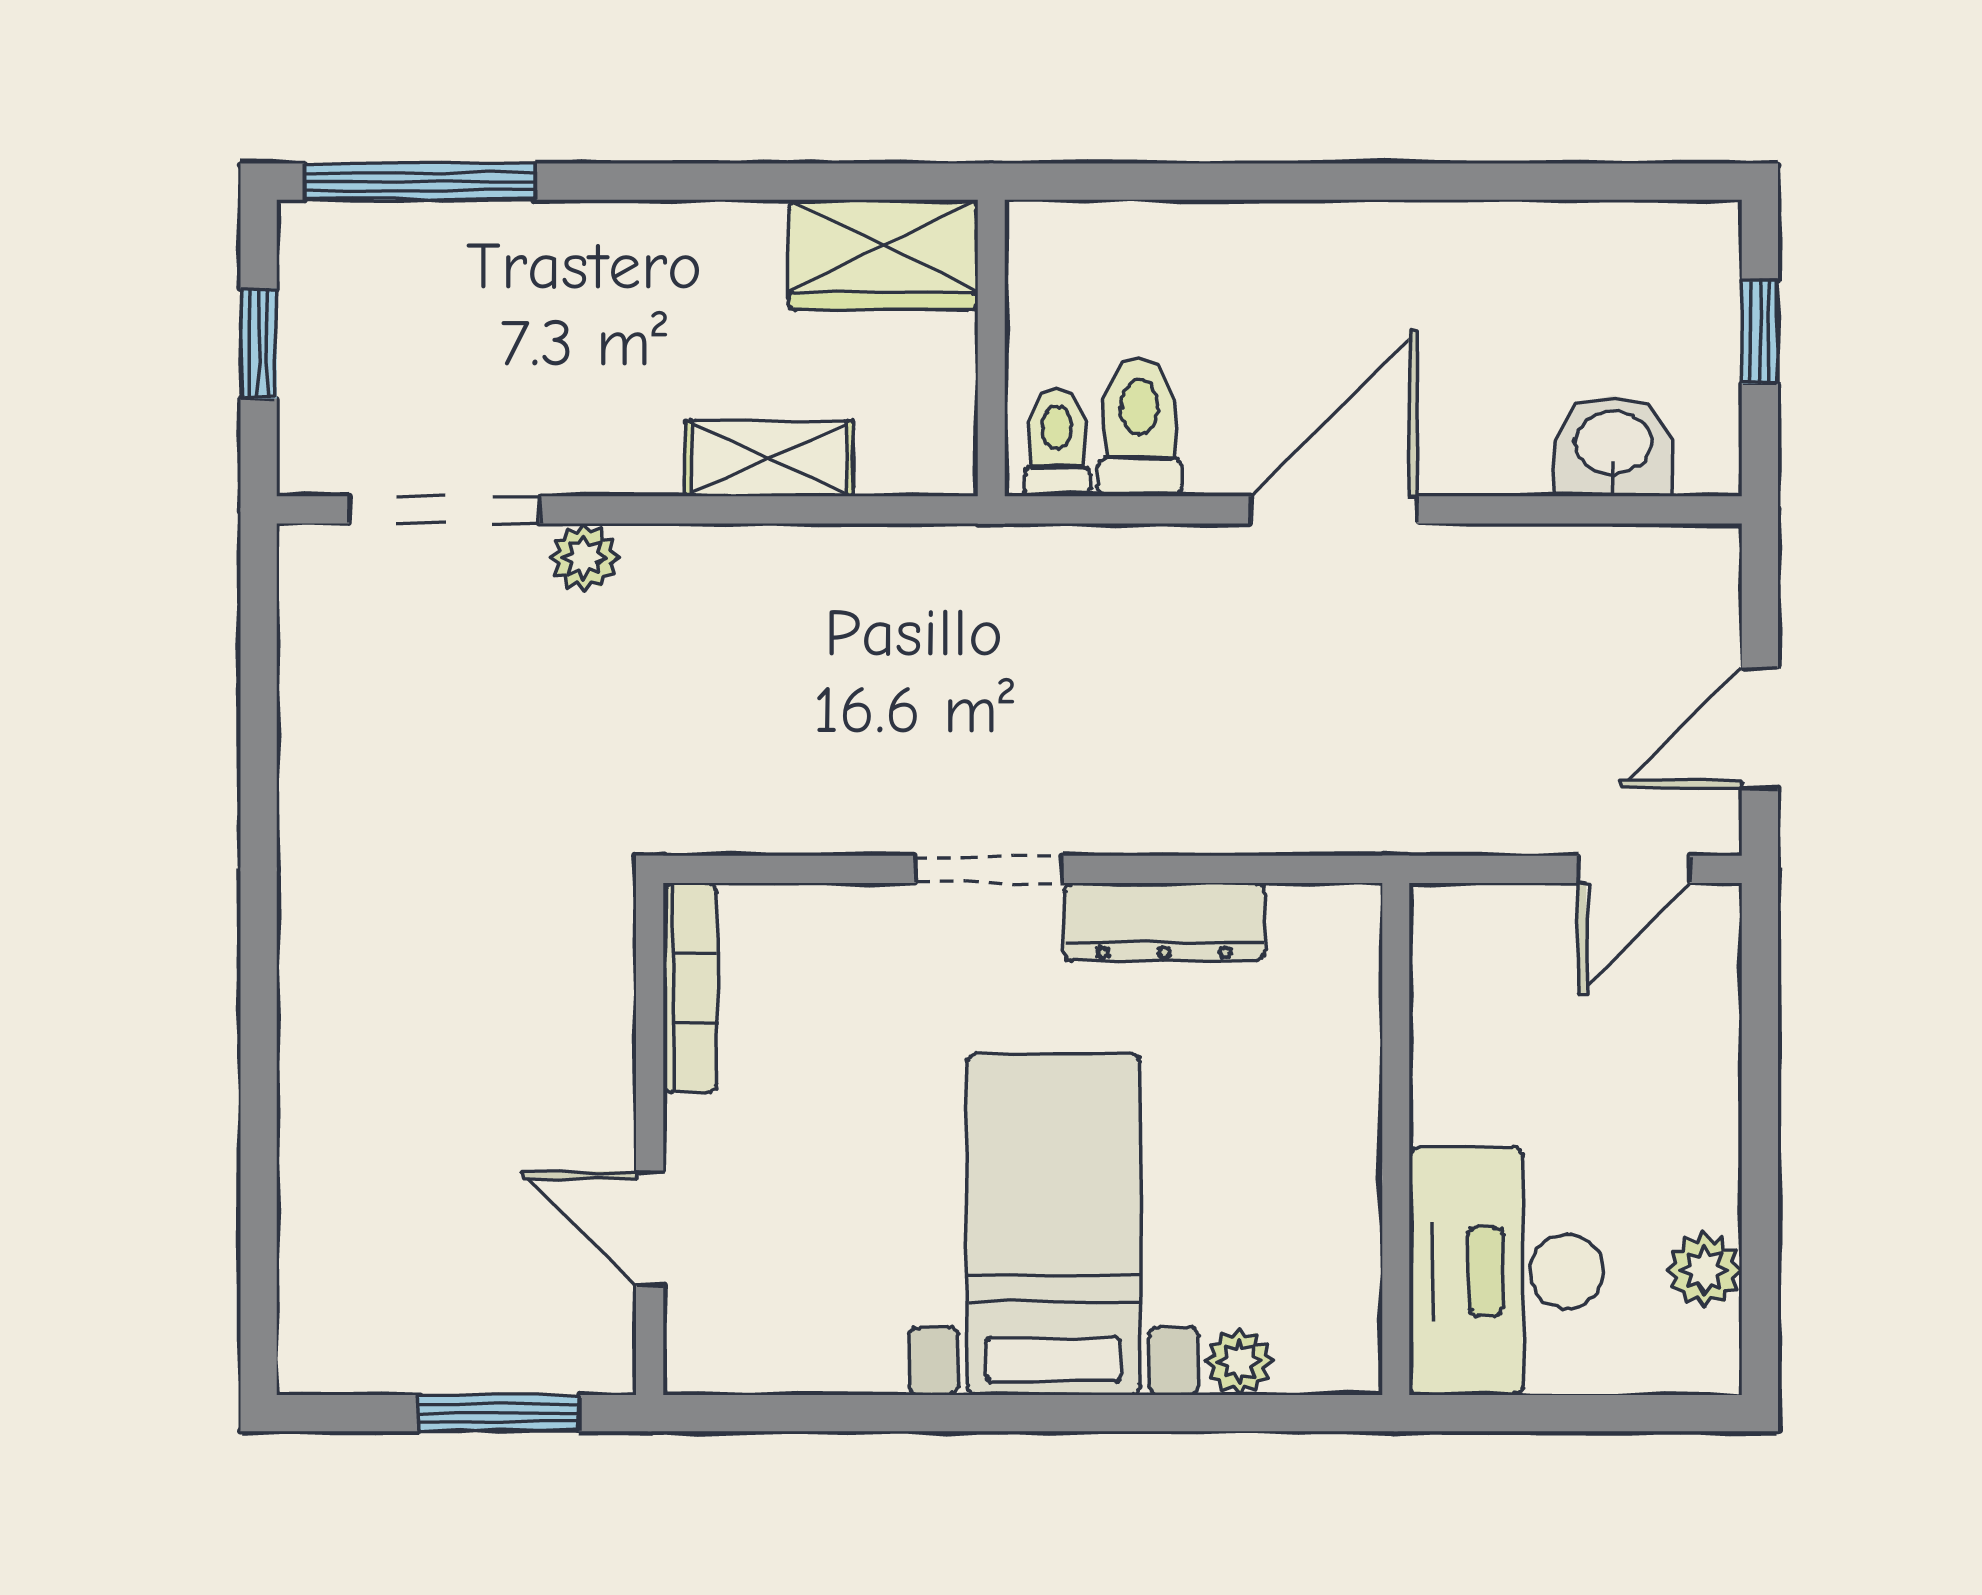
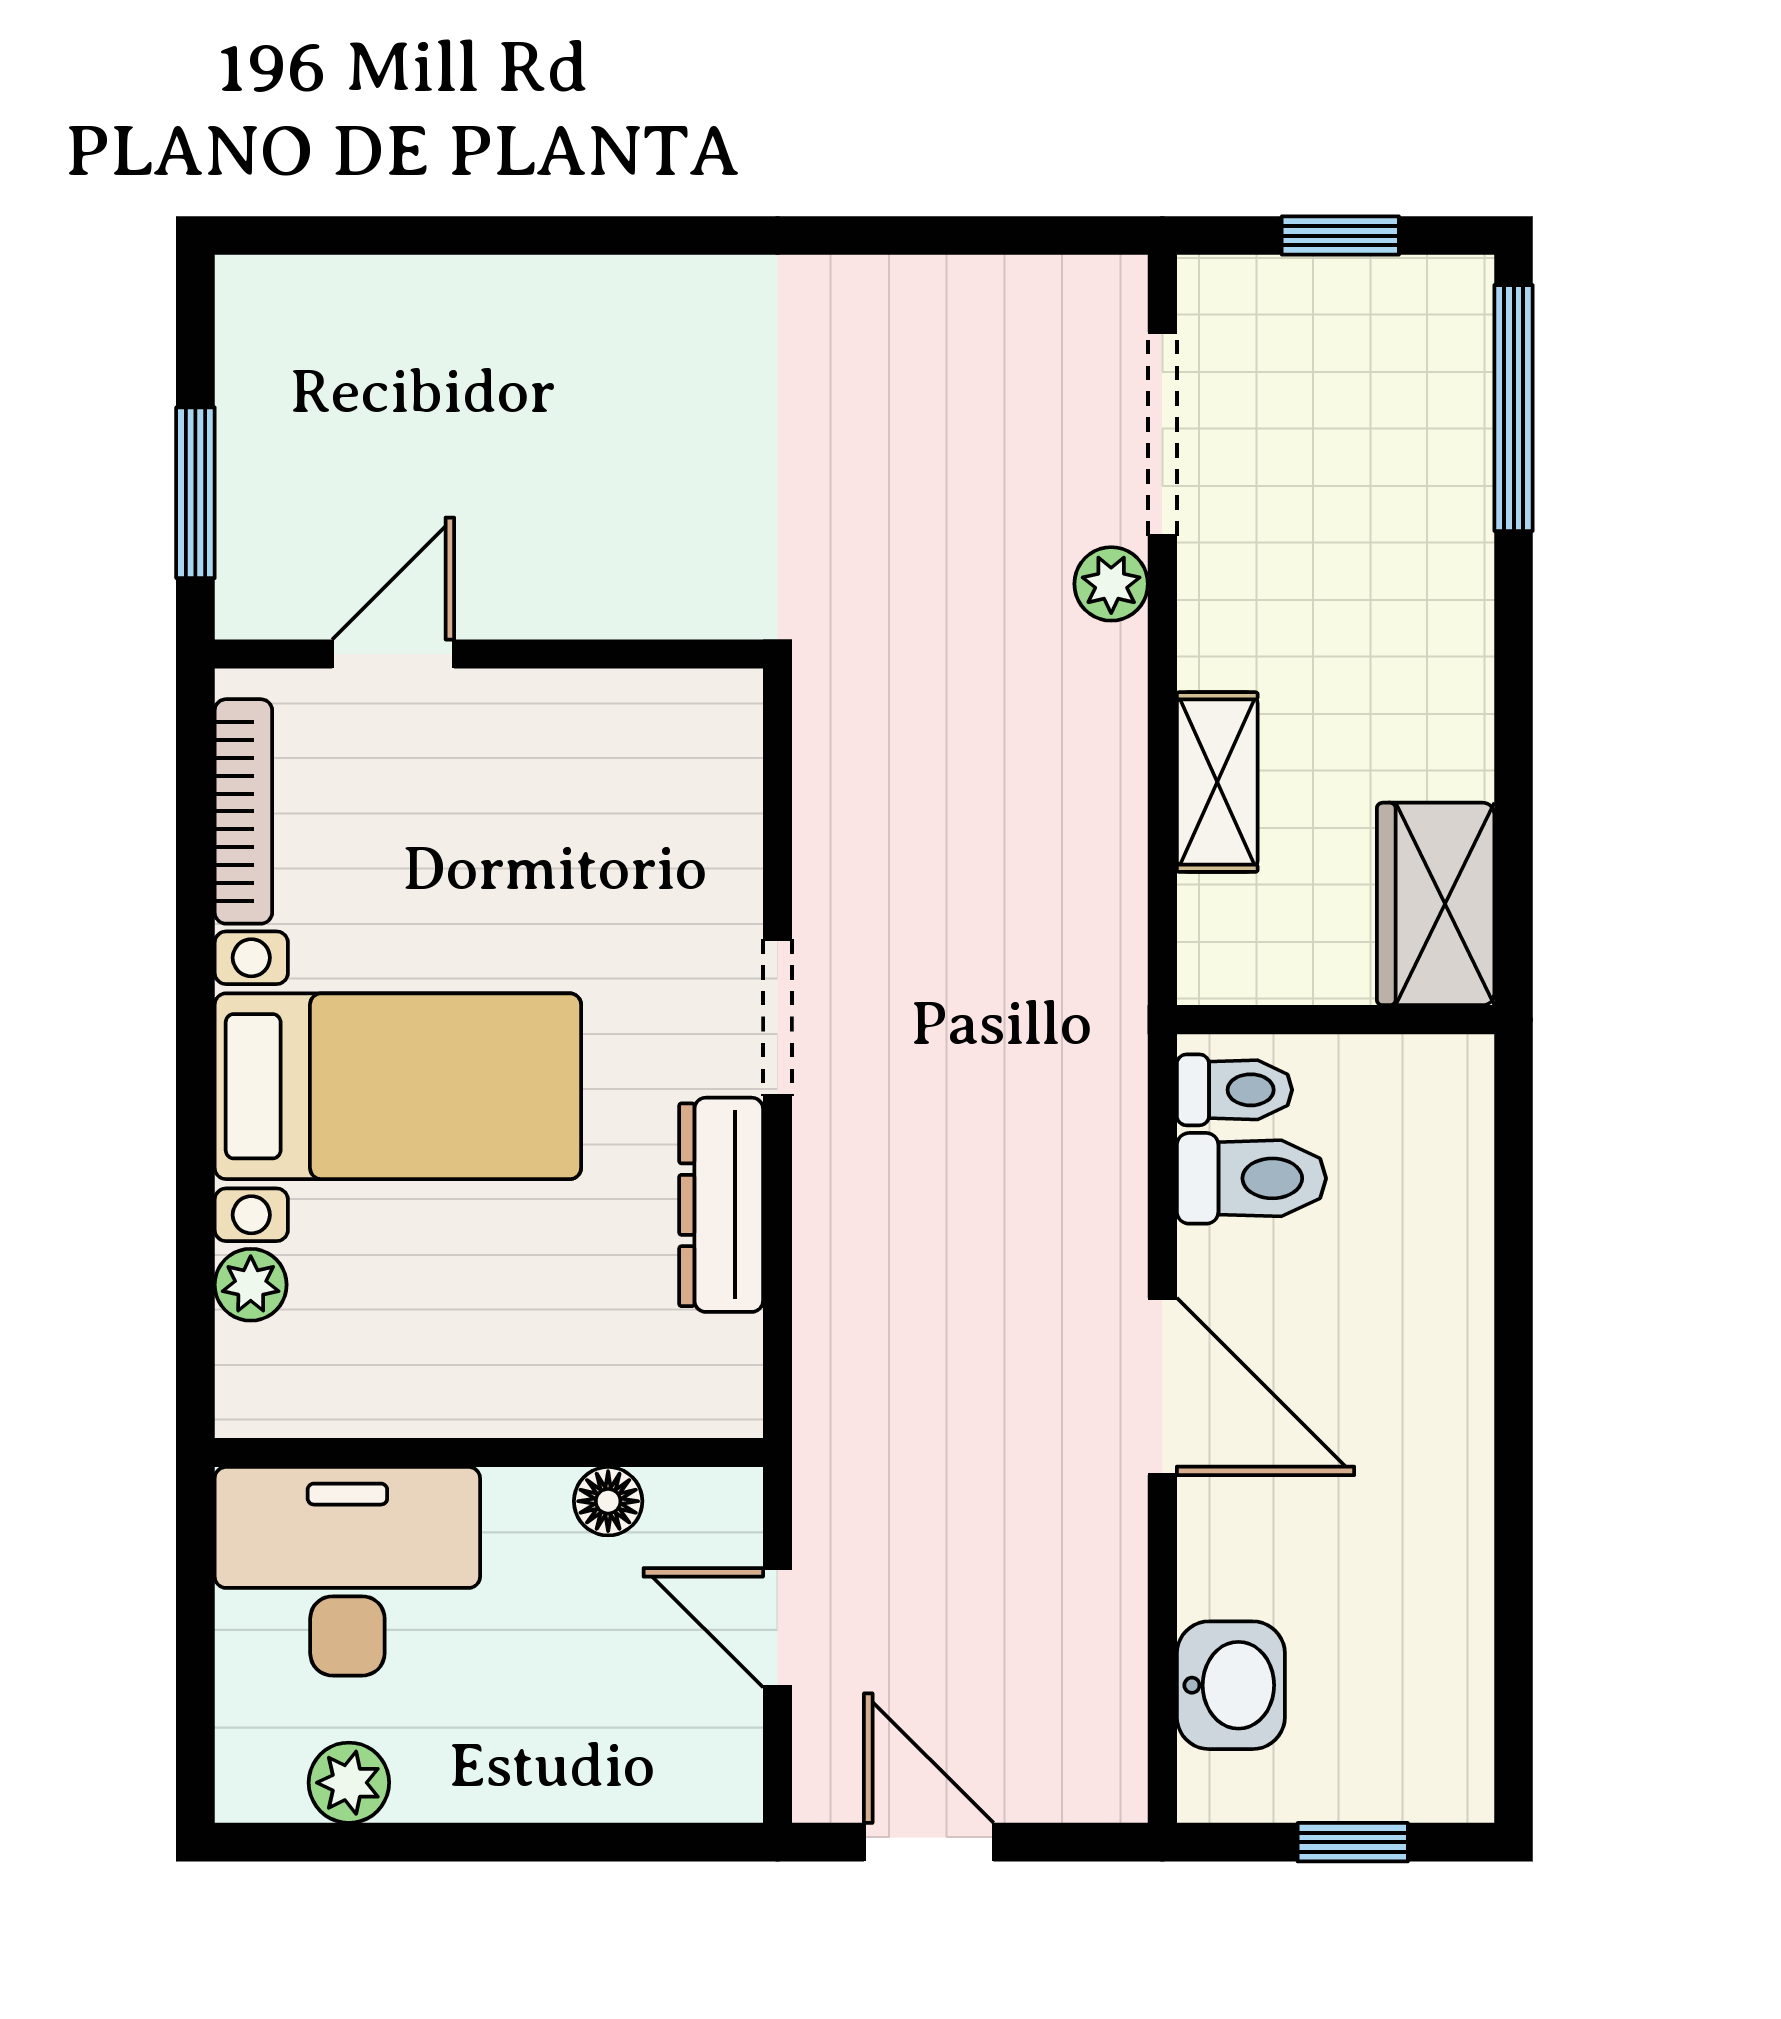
door: (1634, 869) -> (778, 1628), moved
bookcase: (690, 988) -> (243, 811), moved, turned -90
floor lamp: (1441, 1028) -> (608, 1501), added

